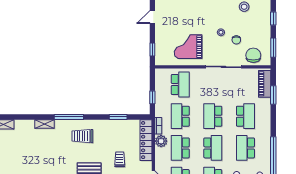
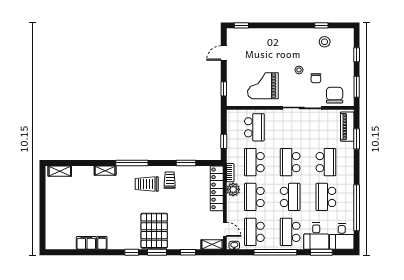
trolley: (120, 159) -> (170, 180), moved

